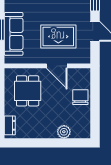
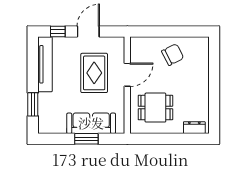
chair: (80, 97) -> (173, 55), moved, turned 153
plant: (64, 132) -> (202, 67), removed

